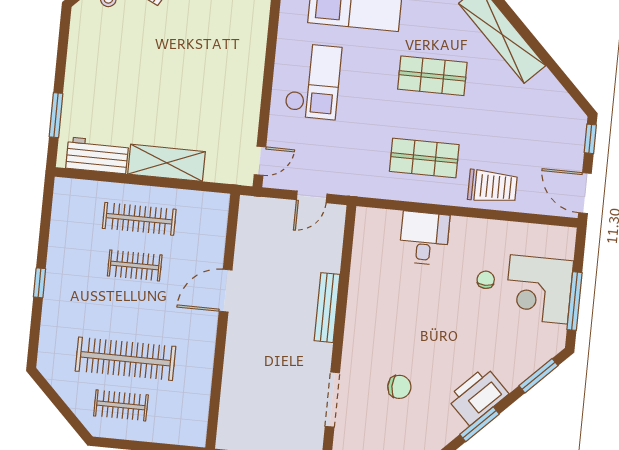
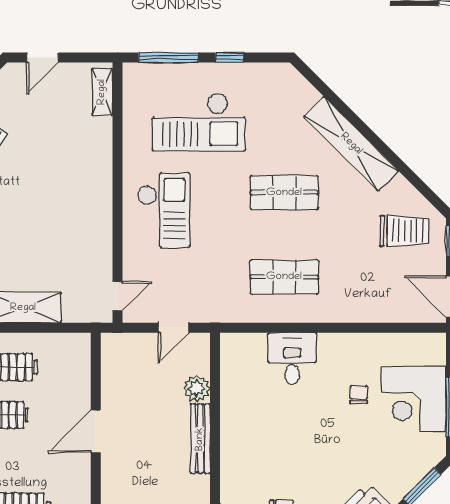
trolley: (492, 186) -> (404, 231), moved
plant: (328, 258) -> (197, 388), added

